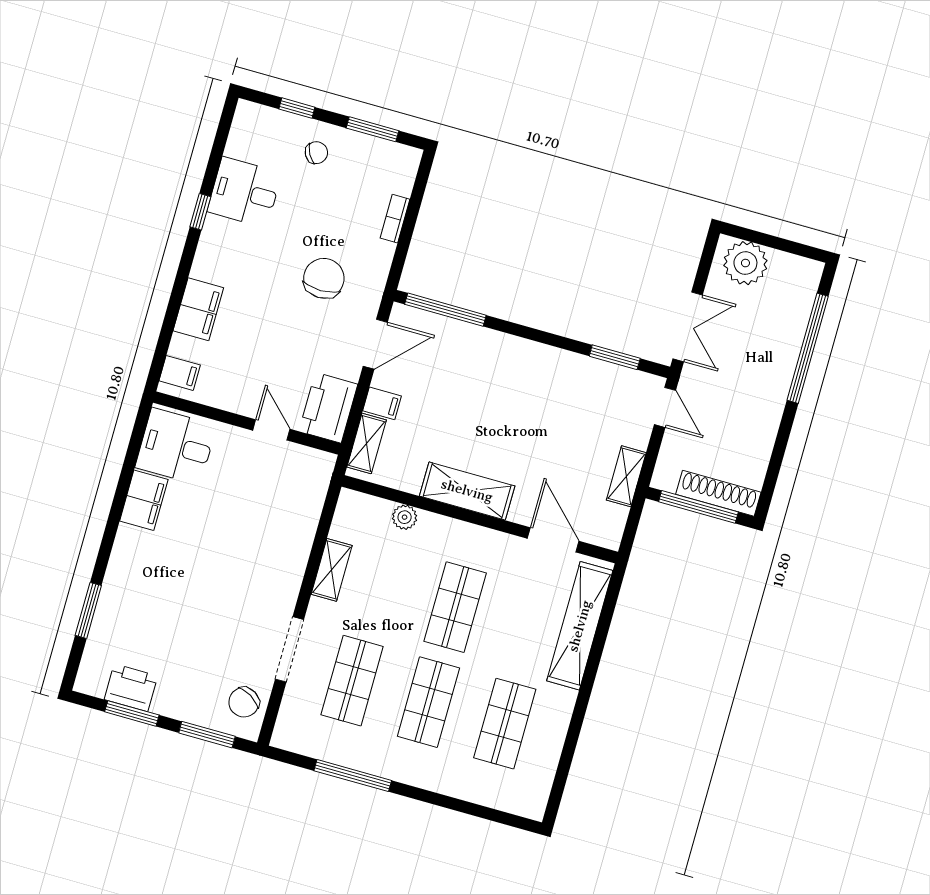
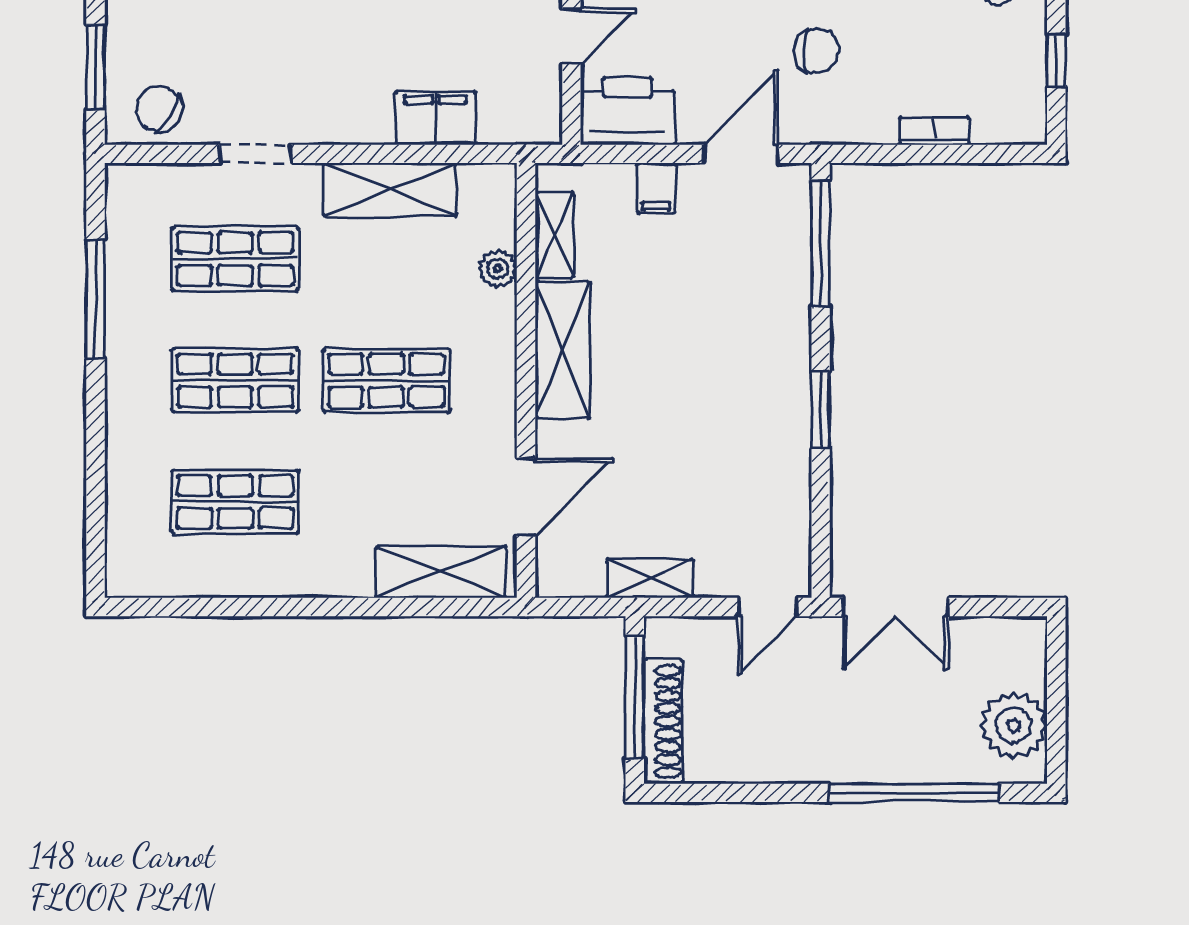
window: (372, 129) -> (1056, 61), width x0.67
plant: (745, 263) -> (1014, 725), moved
chair: (324, 278) -> (817, 51), width x0.73, depth x0.73
door: (375, 344) -> (741, 154), swing flipped
window: (615, 357) -> (821, 410), moved
shelving: (367, 444) -> (554, 235), moved, turned 90
filing cabinet: (299, 530) -> (436, 118), added
shelving: (332, 570) -> (390, 190), width x1.50, depth x1.33
shelving: (580, 626) -> (441, 572), width x0.68
doorway: (289, 649) -> (255, 154), width x0.73

